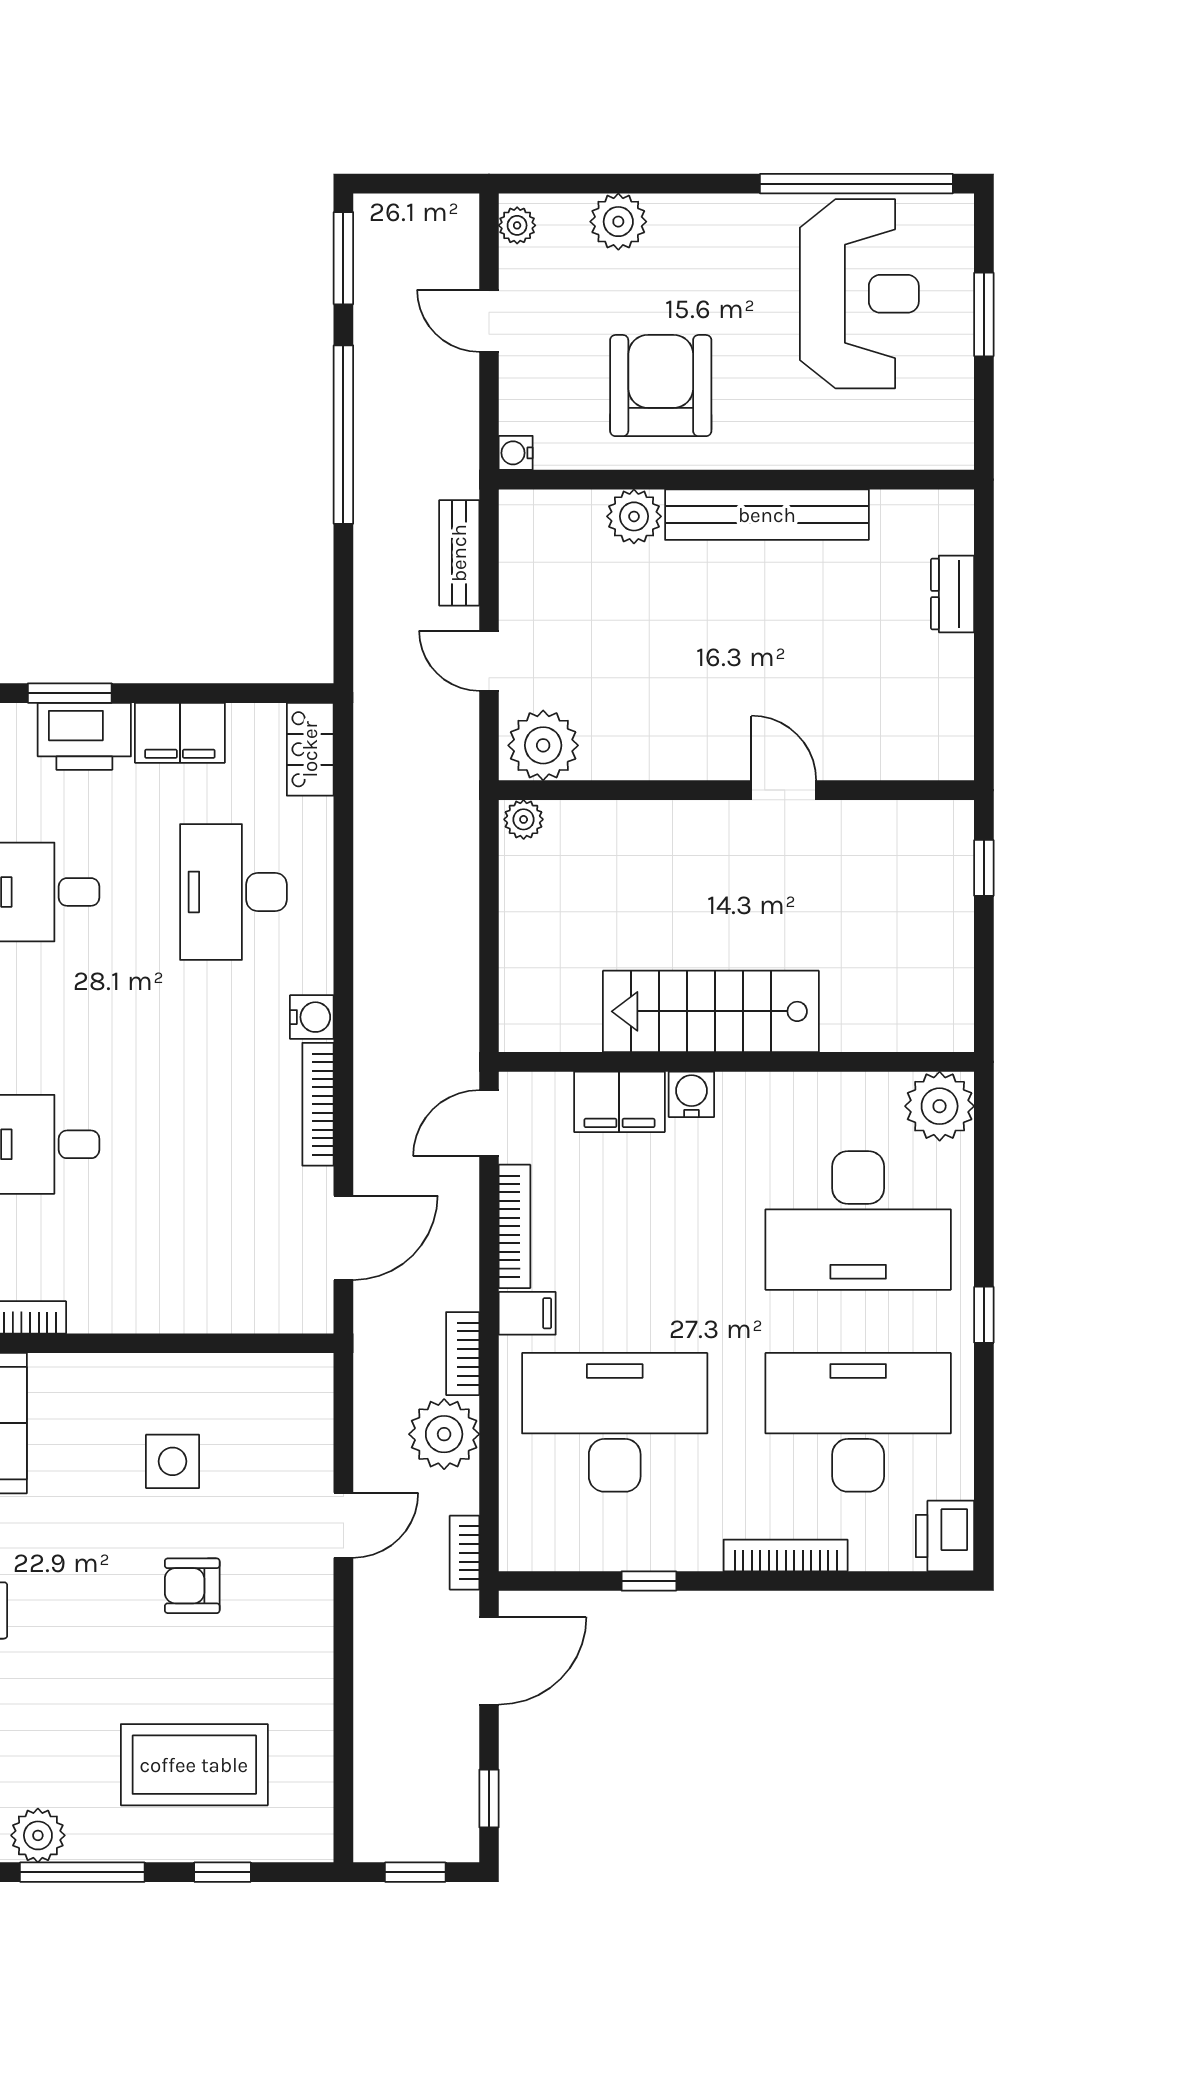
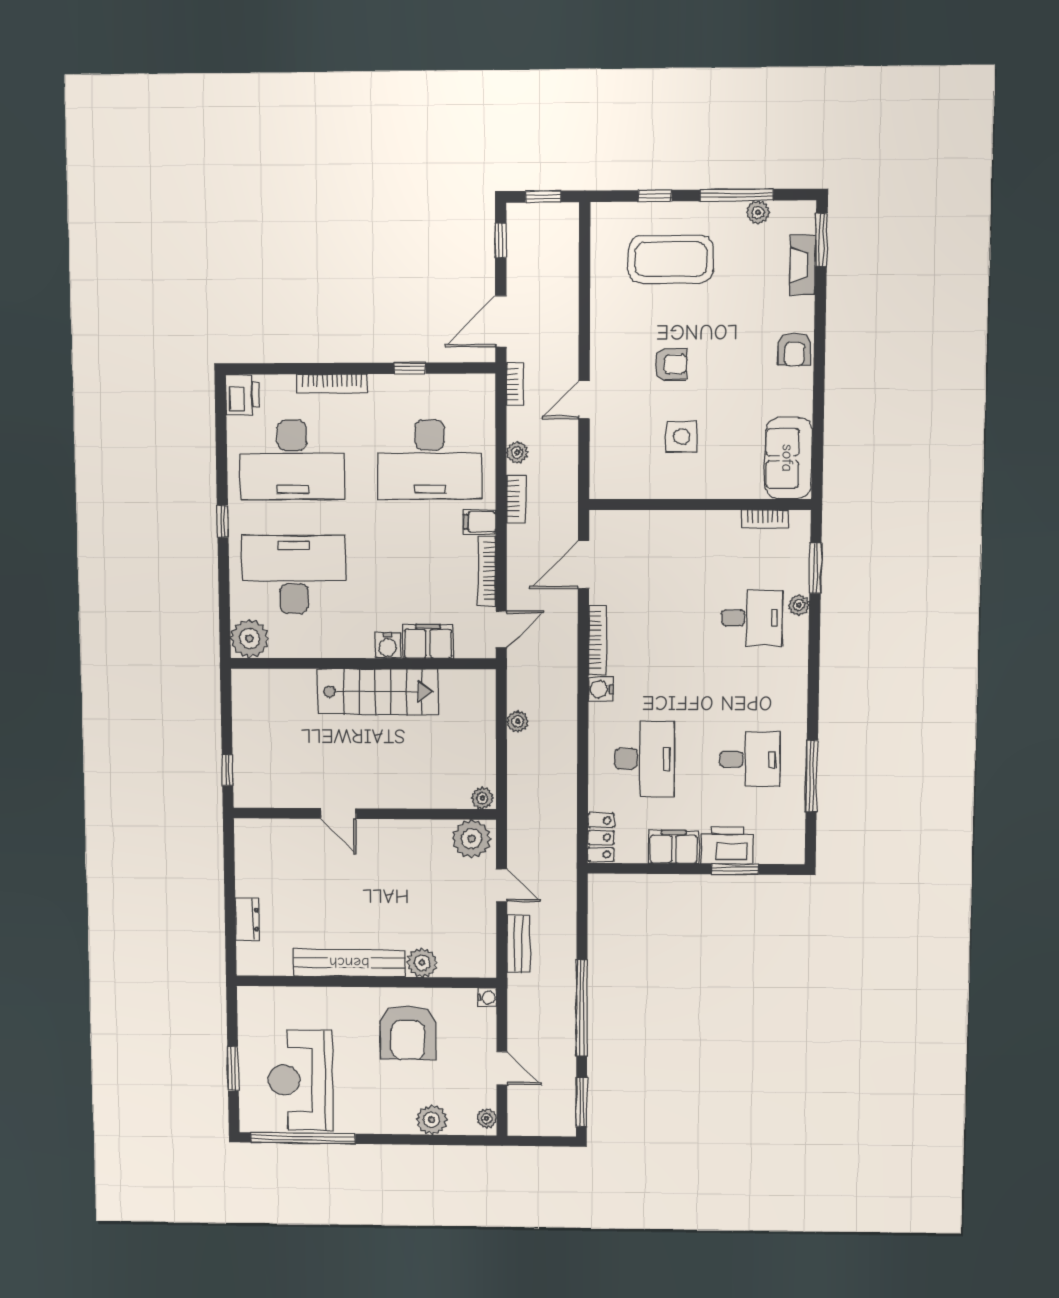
plant: (460, 959) -> (518, 721), added
plant: (444, 1434) -> (517, 453), width x0.53, depth x0.53
plant: (38, 1835) -> (758, 212), width x0.73, depth x0.73

